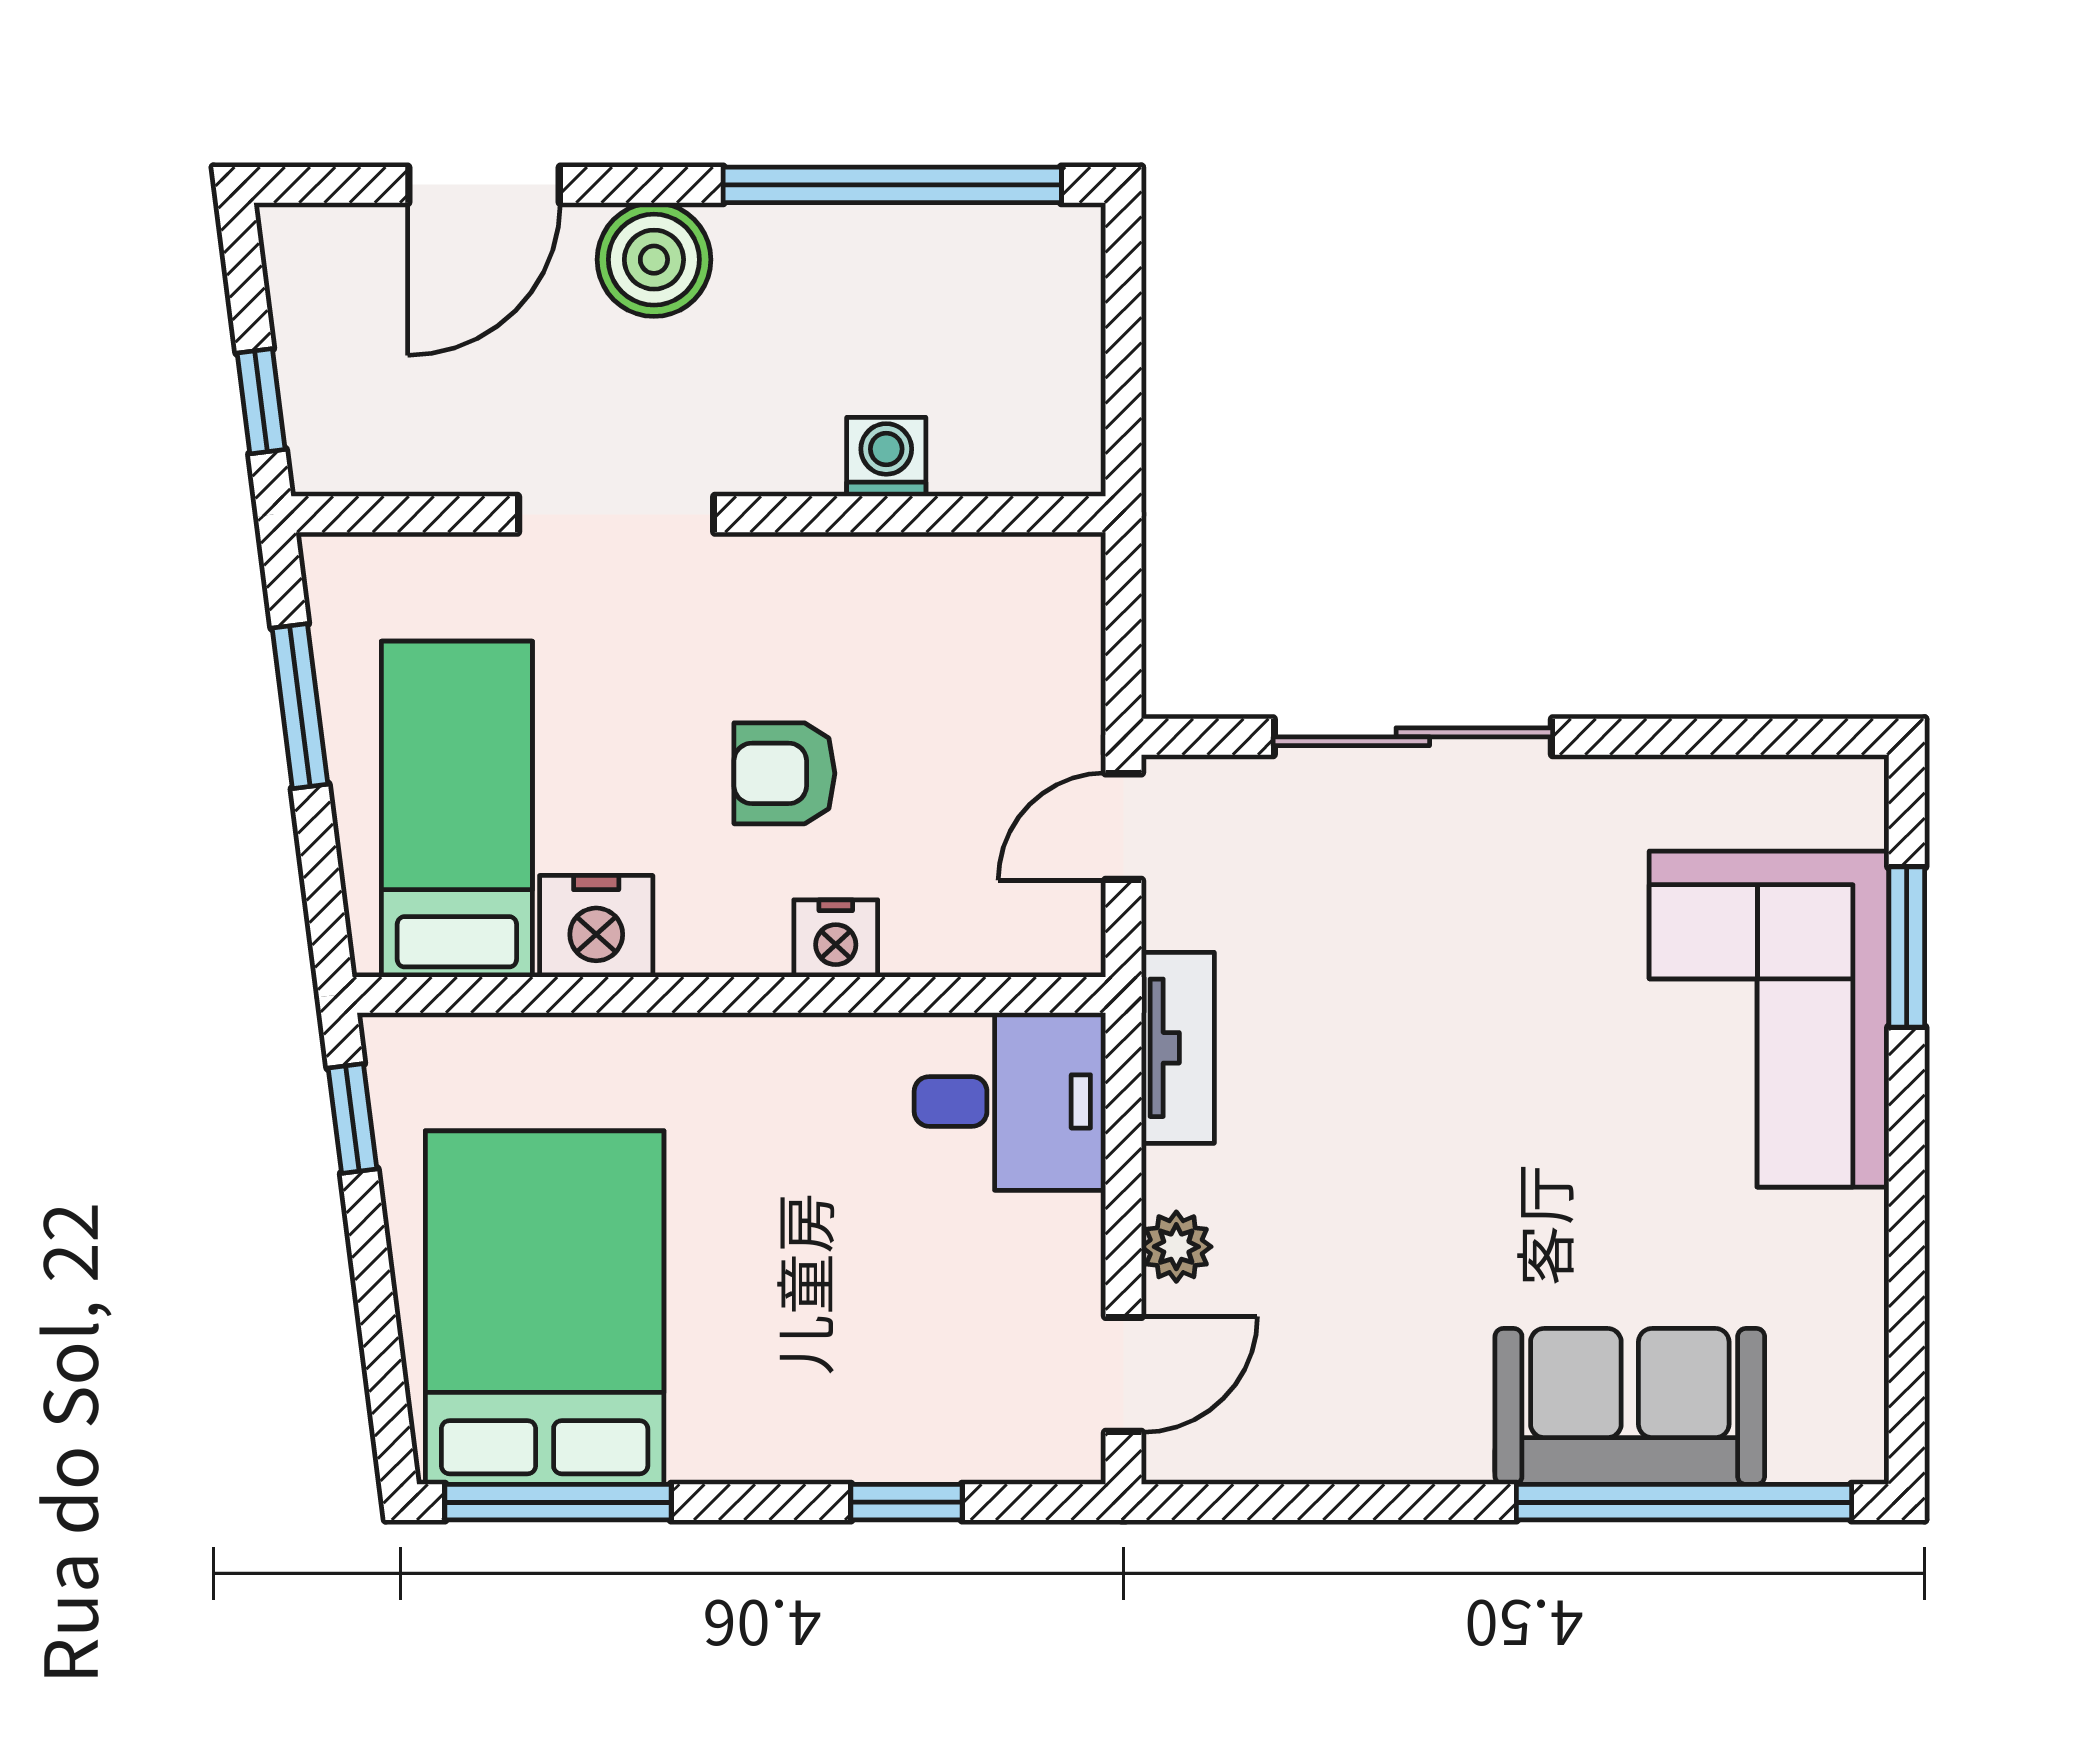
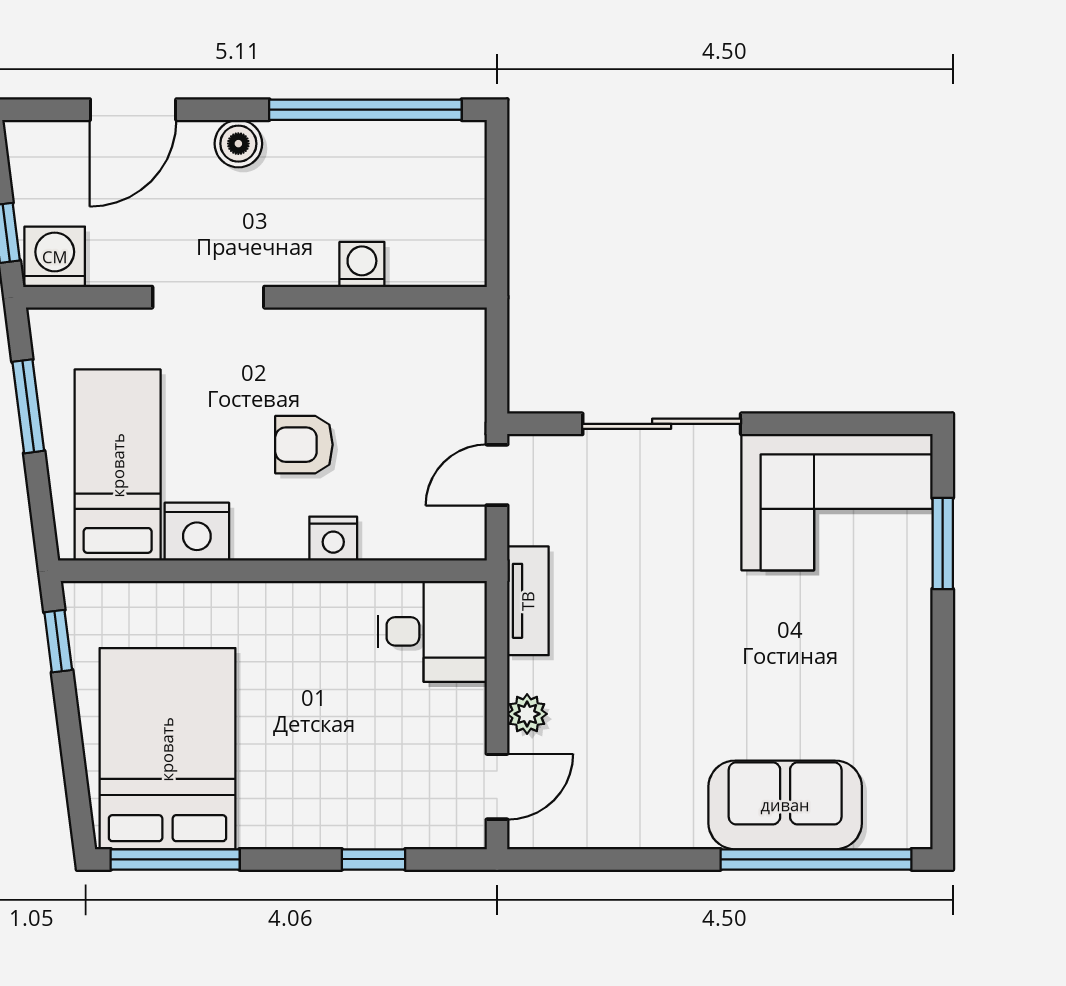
boiler: (654, 260) -> (238, 144), width x0.73, depth x0.73
washing machine: (346, 443) -> (55, 257), added
corner sofa: (1769, 1019) -> (837, 502), moved, turned -90

